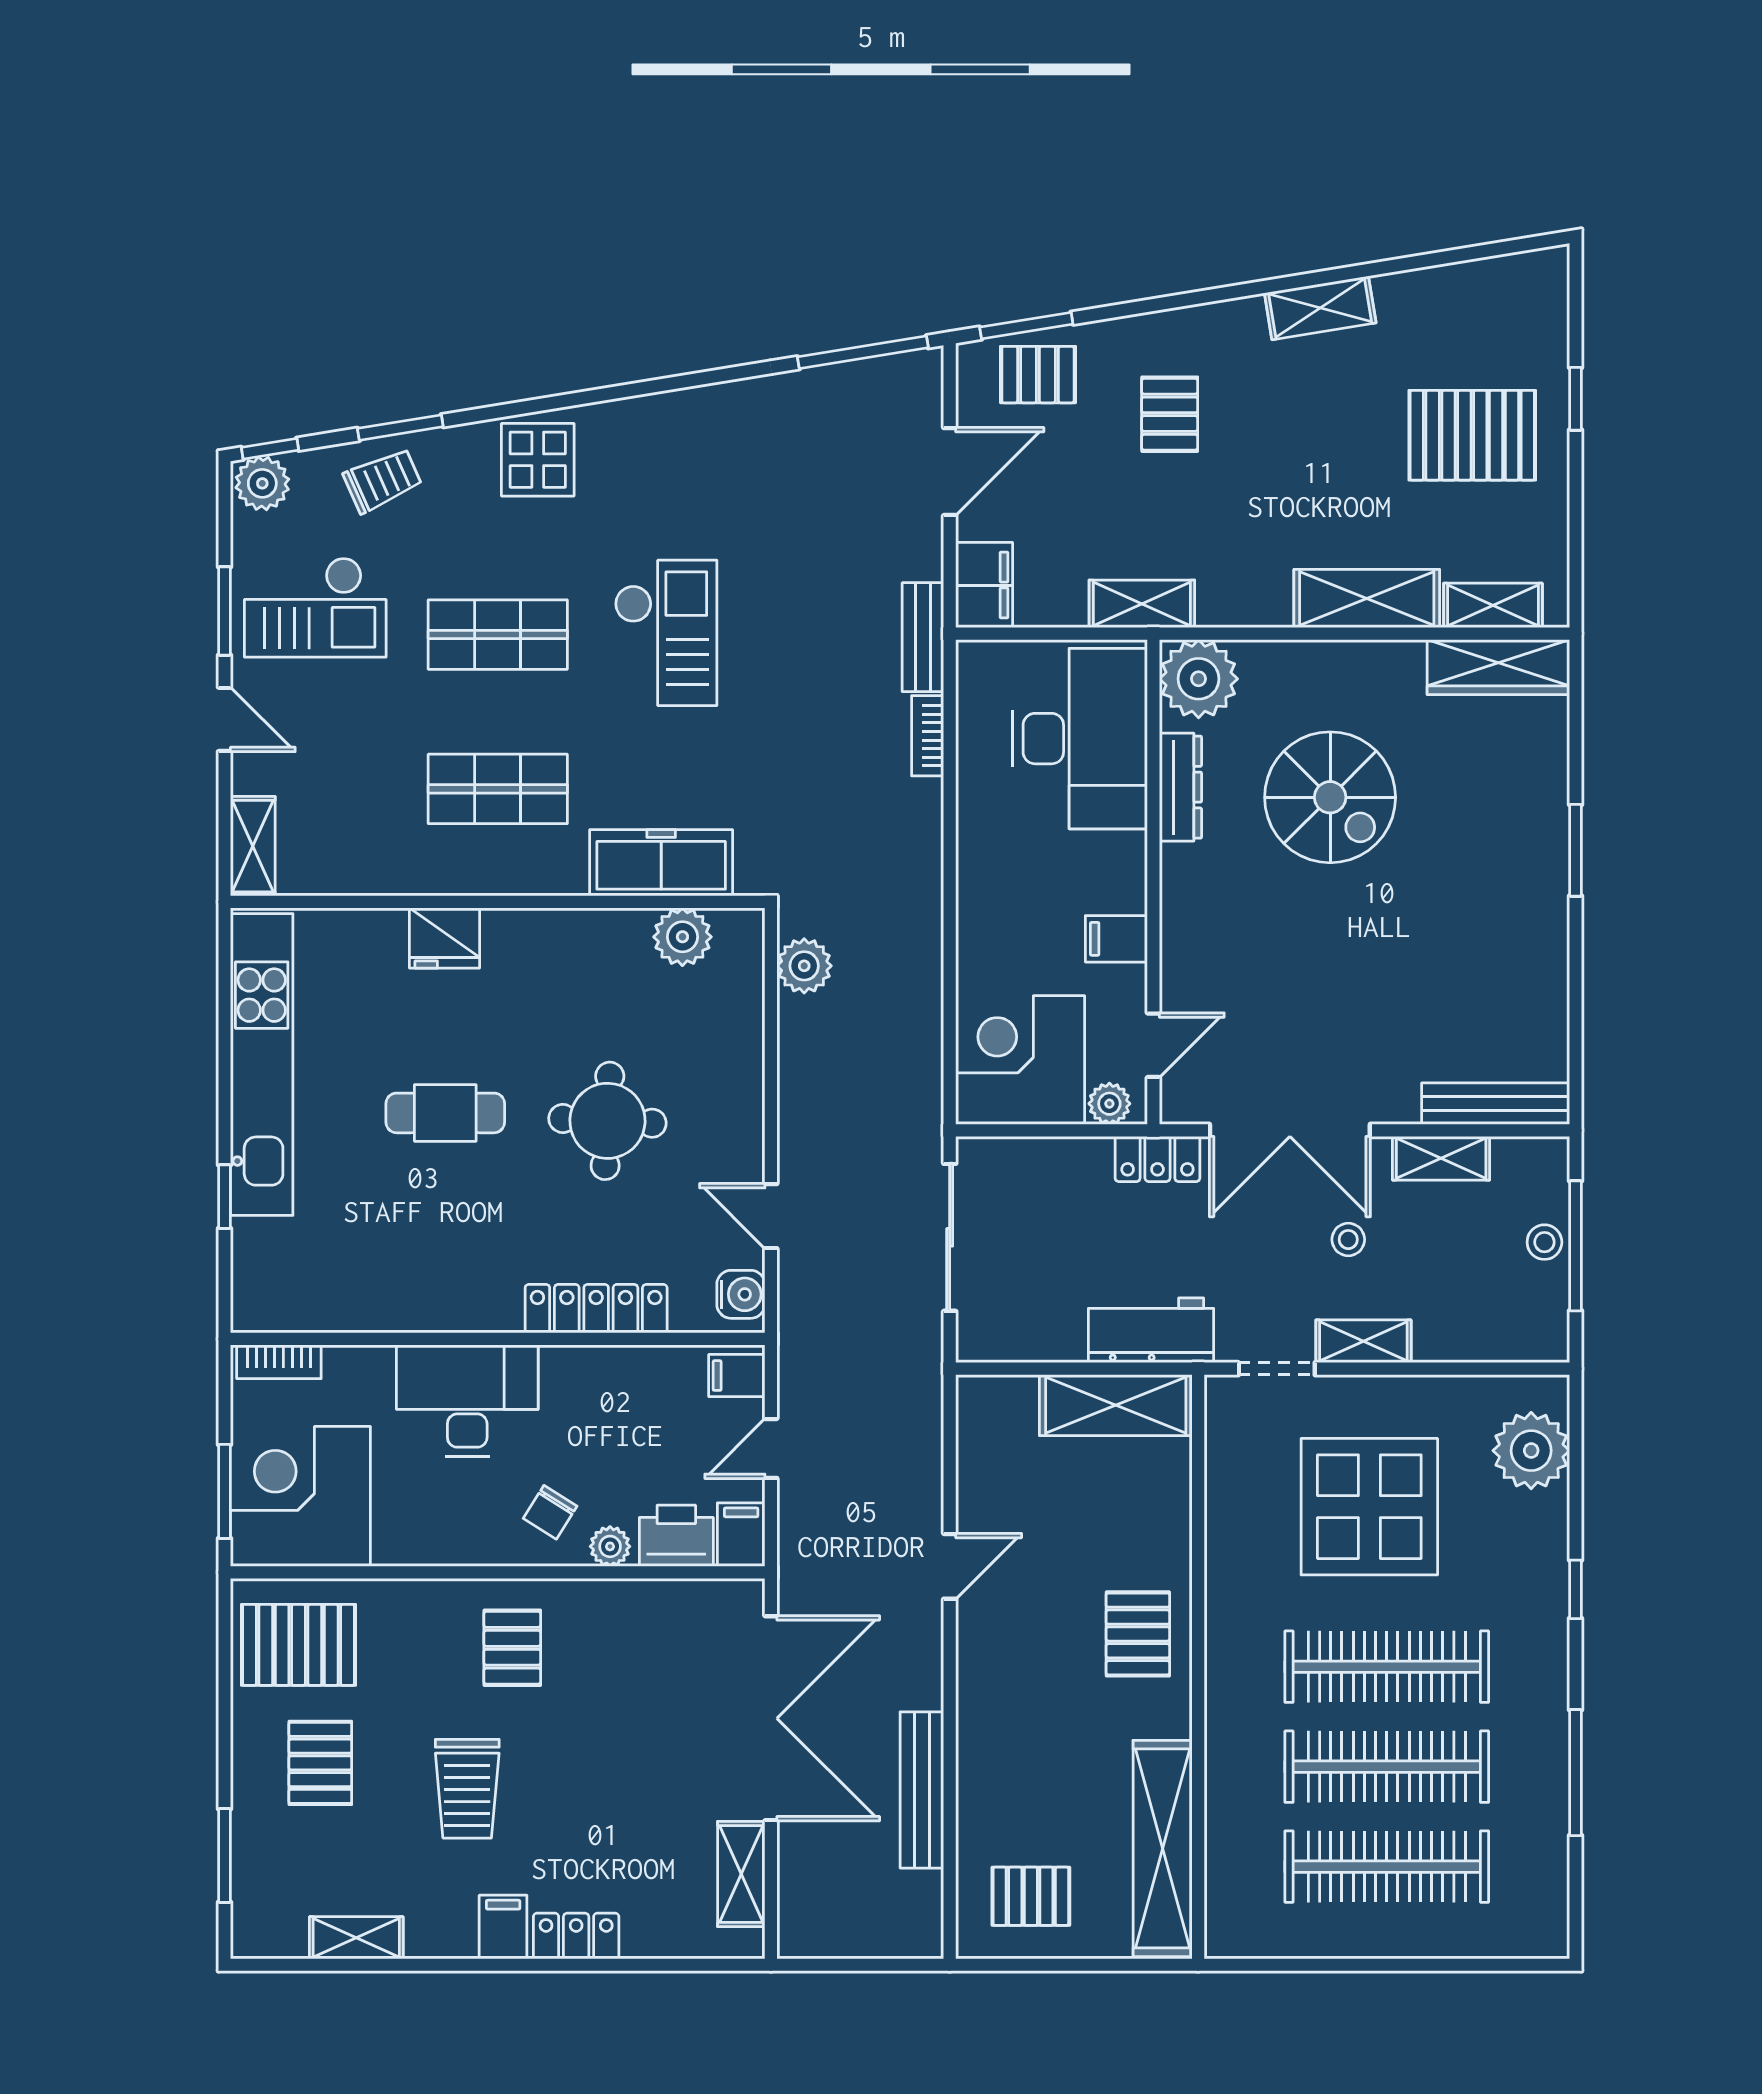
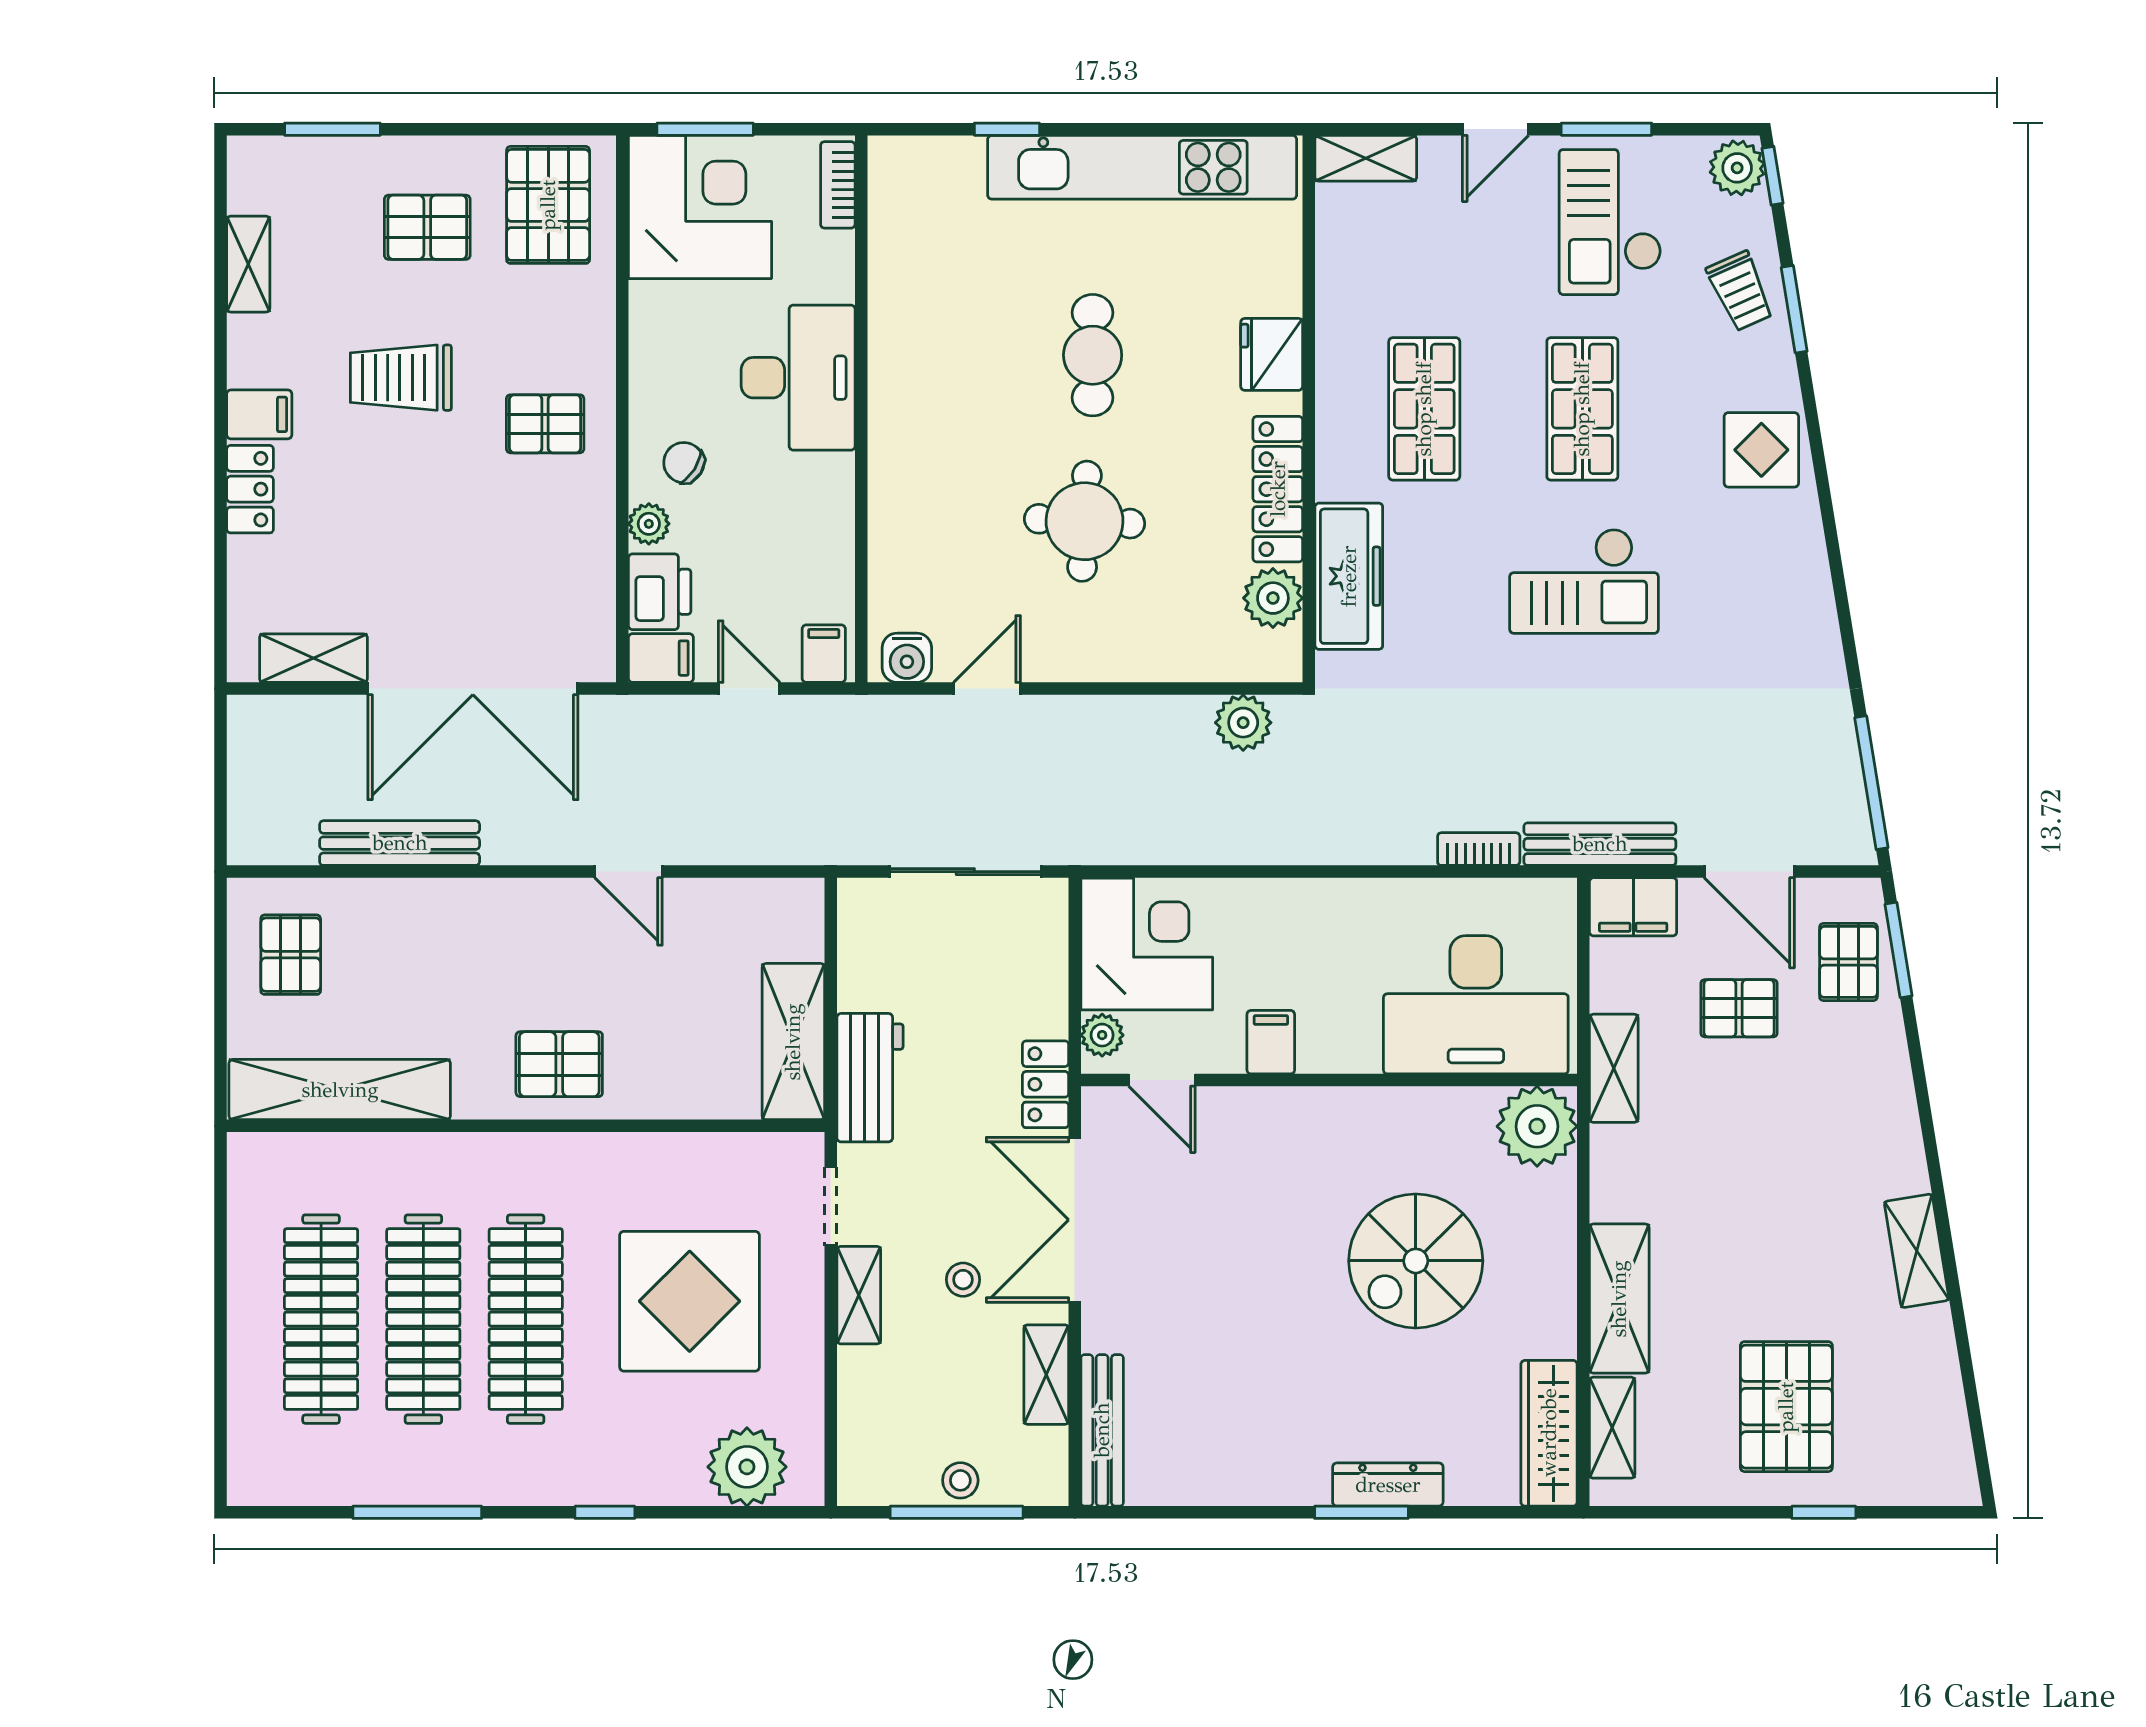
pallet: (1170, 414) -> (1739, 1008), moved
bench: (923, 637) -> (1600, 844), width x1.36
dresser: (1180, 787) -> (1388, 1485), moved, turned 180
locker: (596, 1309) -> (1278, 489), moved, turned 180

